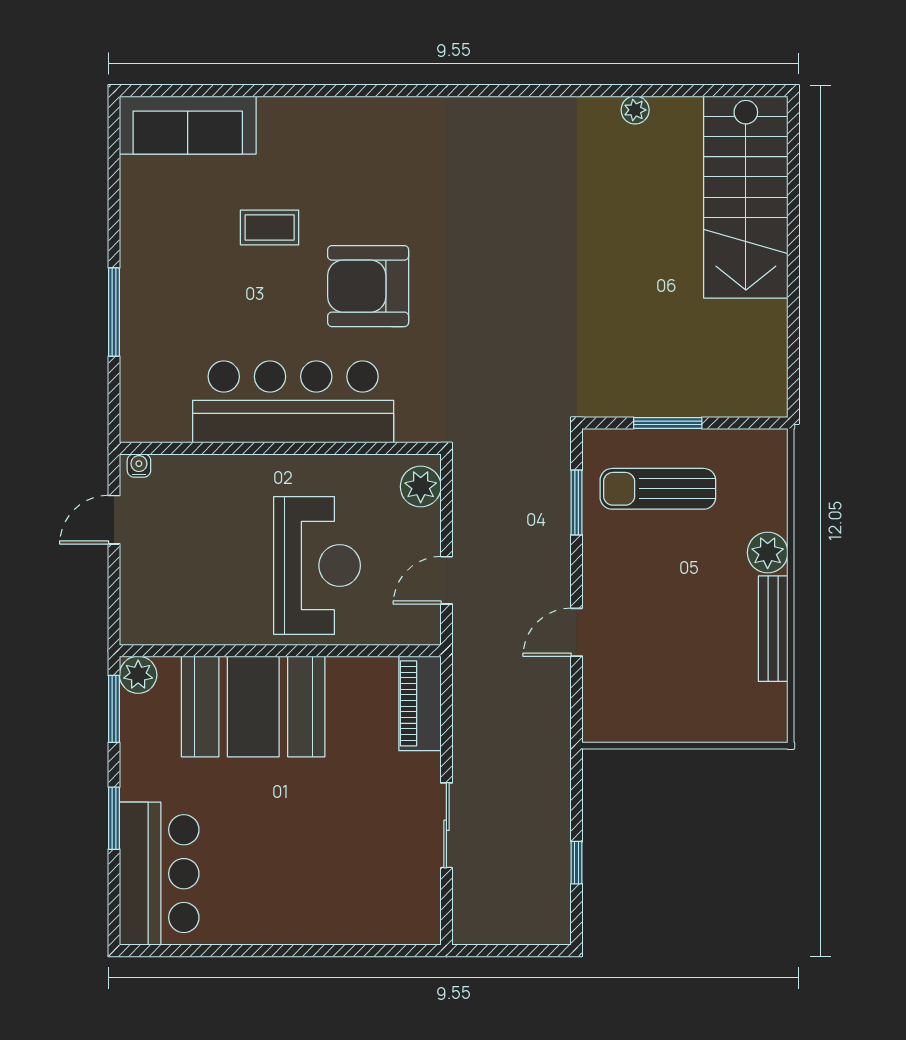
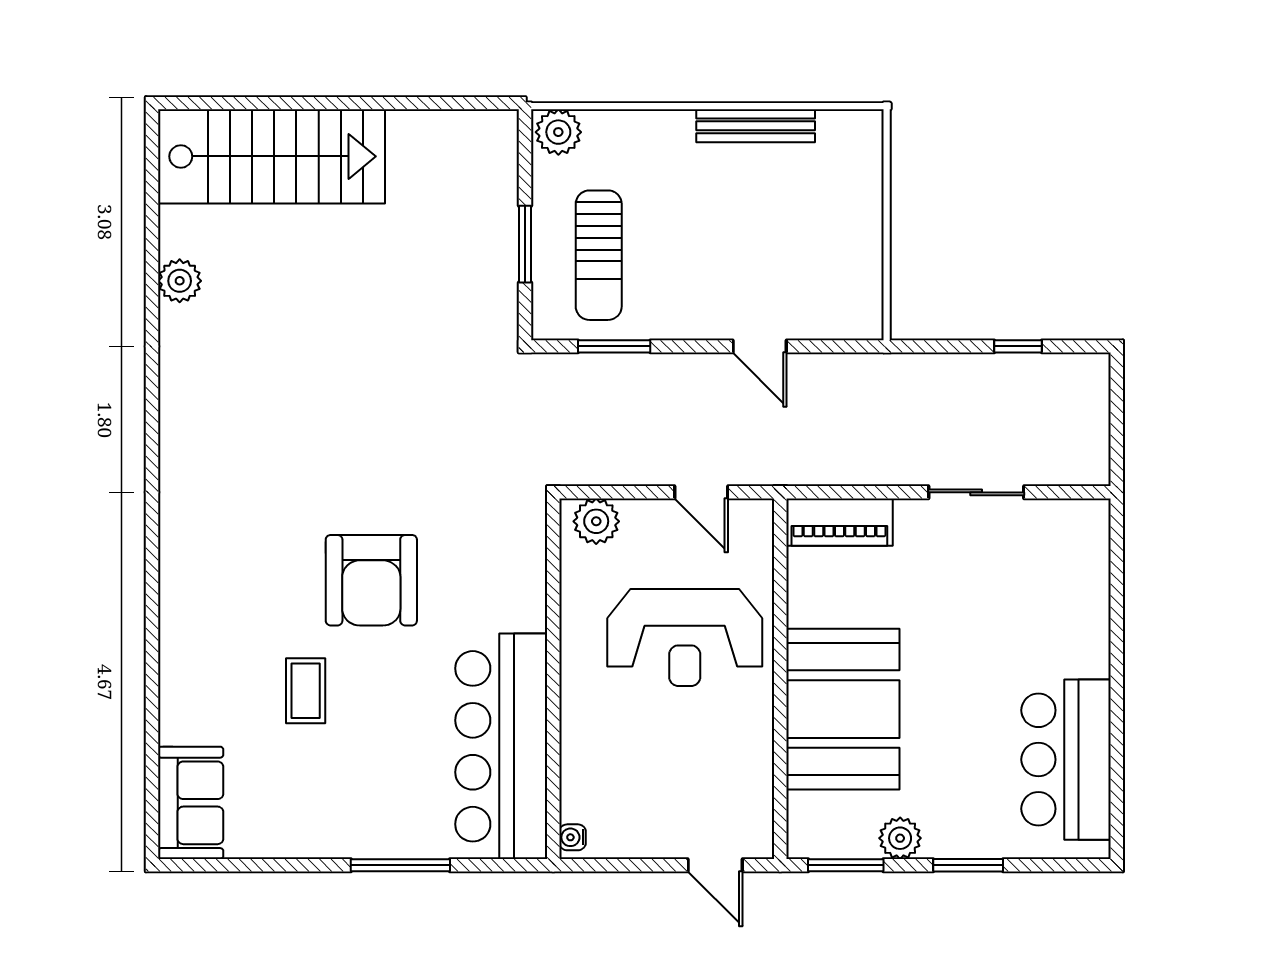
plant: (635, 110) -> (180, 281), width x1.38, depth x1.38
sofa: (188, 125) -> (191, 803), width x0.73
bar counter: (293, 402) -> (501, 746), moved
door: (114, 520) -> (715, 865), moved
plant: (768, 553) -> (558, 132), moved
reception desk: (317, 566) -> (685, 638), turned 180
plant: (138, 675) -> (900, 838), moved
bar counter: (159, 874) -> (1066, 760), moved, turned -90

